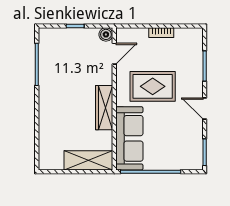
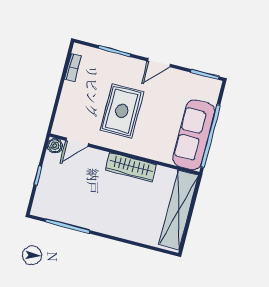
bookcase: (161, 33) -> (73, 67), moved
door: (114, 54) -> (77, 142), swing flipped
sofa: (129, 138) -> (194, 135), moved, turned -90
shelving: (88, 160) -> (179, 210), width x1.47

